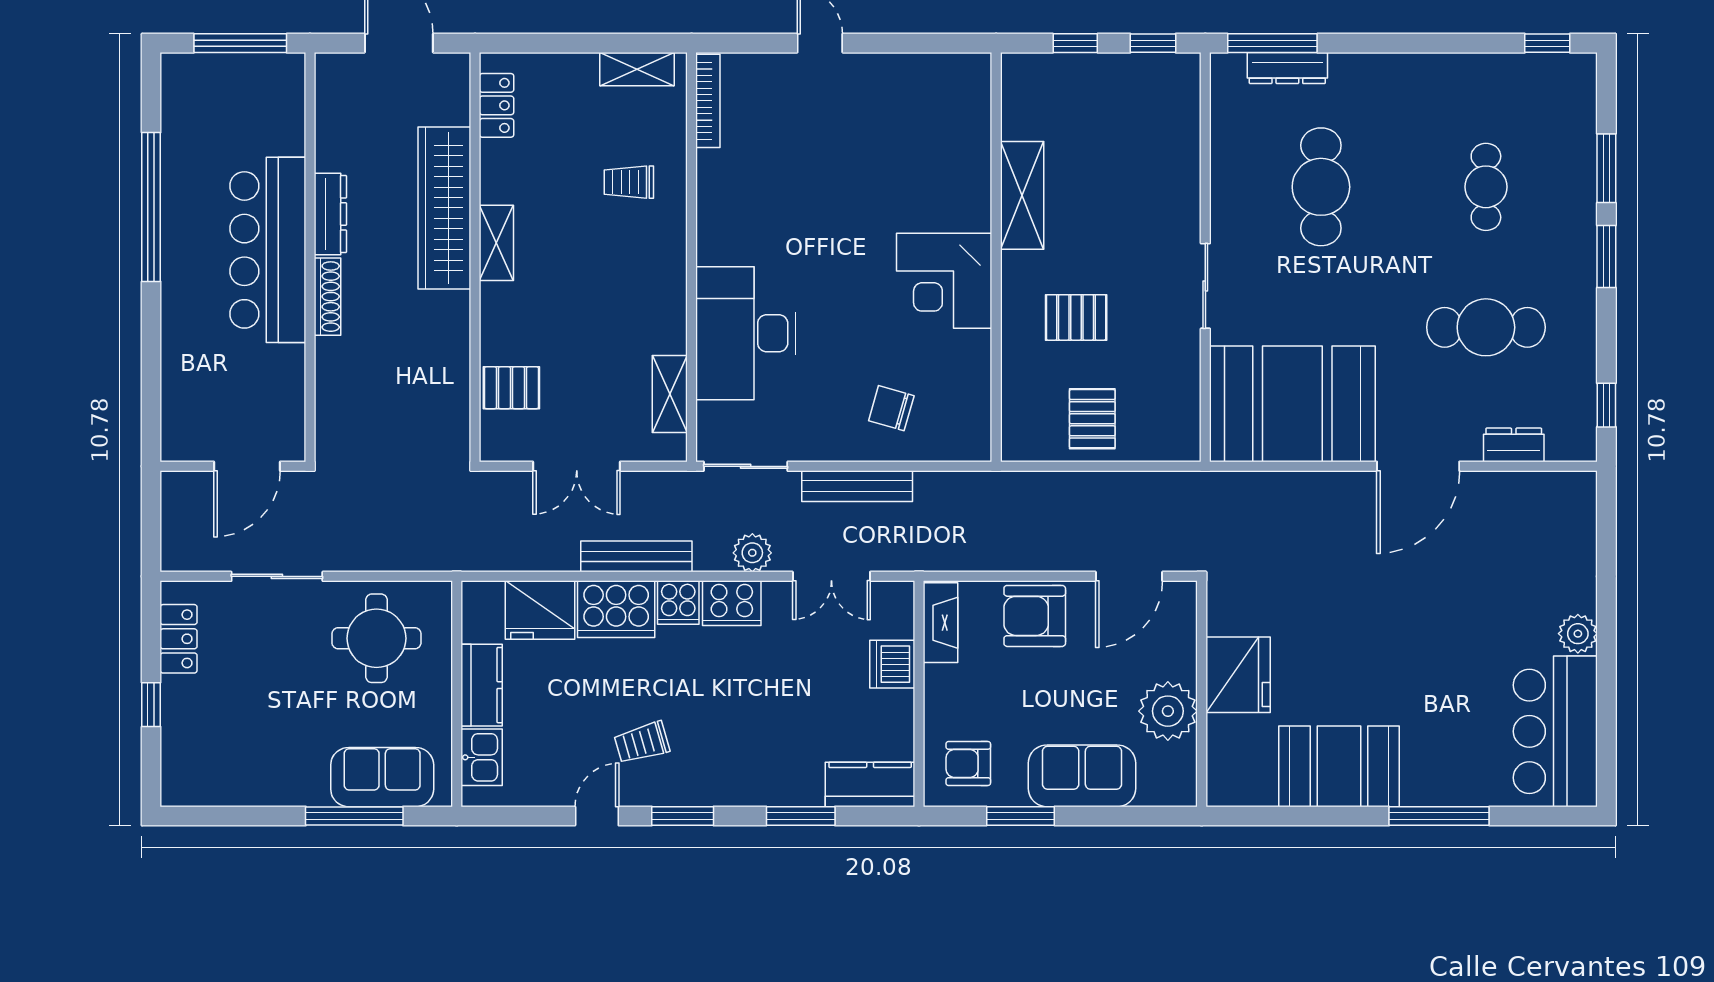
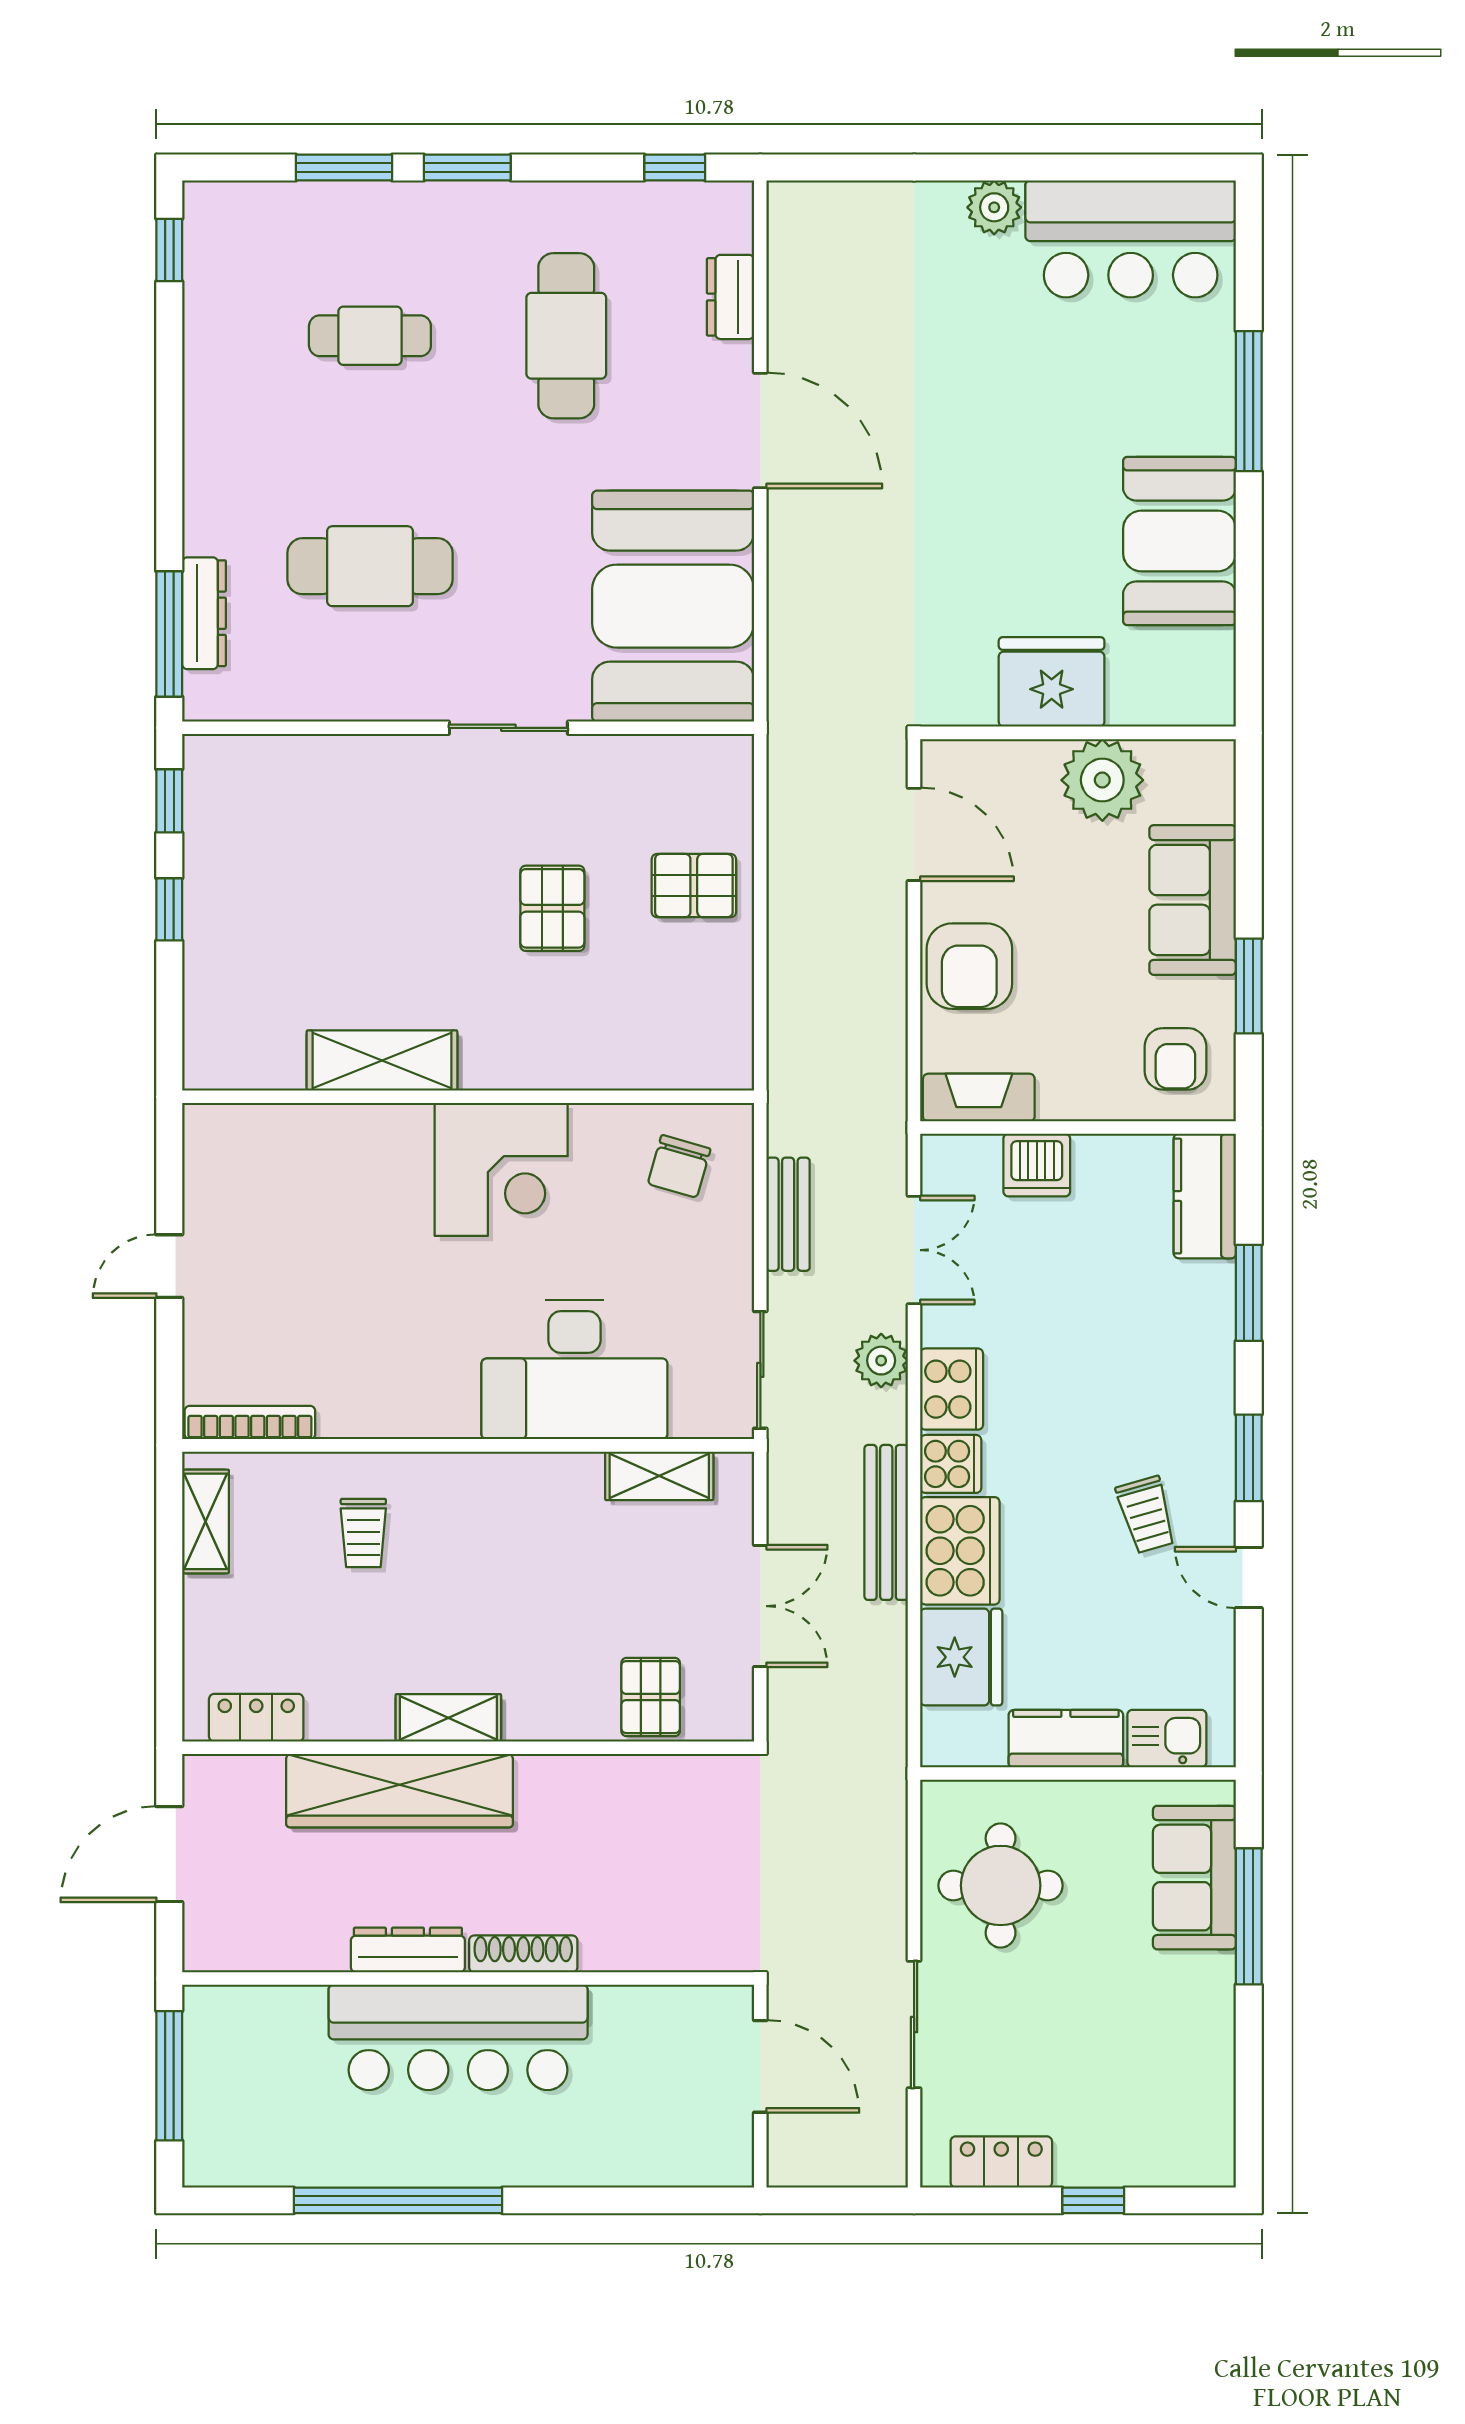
shelving: (1022, 195) -> (382, 1060), moved
wall: (996, 257) -> (468, 1097), moved
corner desk: (944, 281) -> (501, 1169), moved
bench: (857, 486) -> (788, 1214), width x0.73

